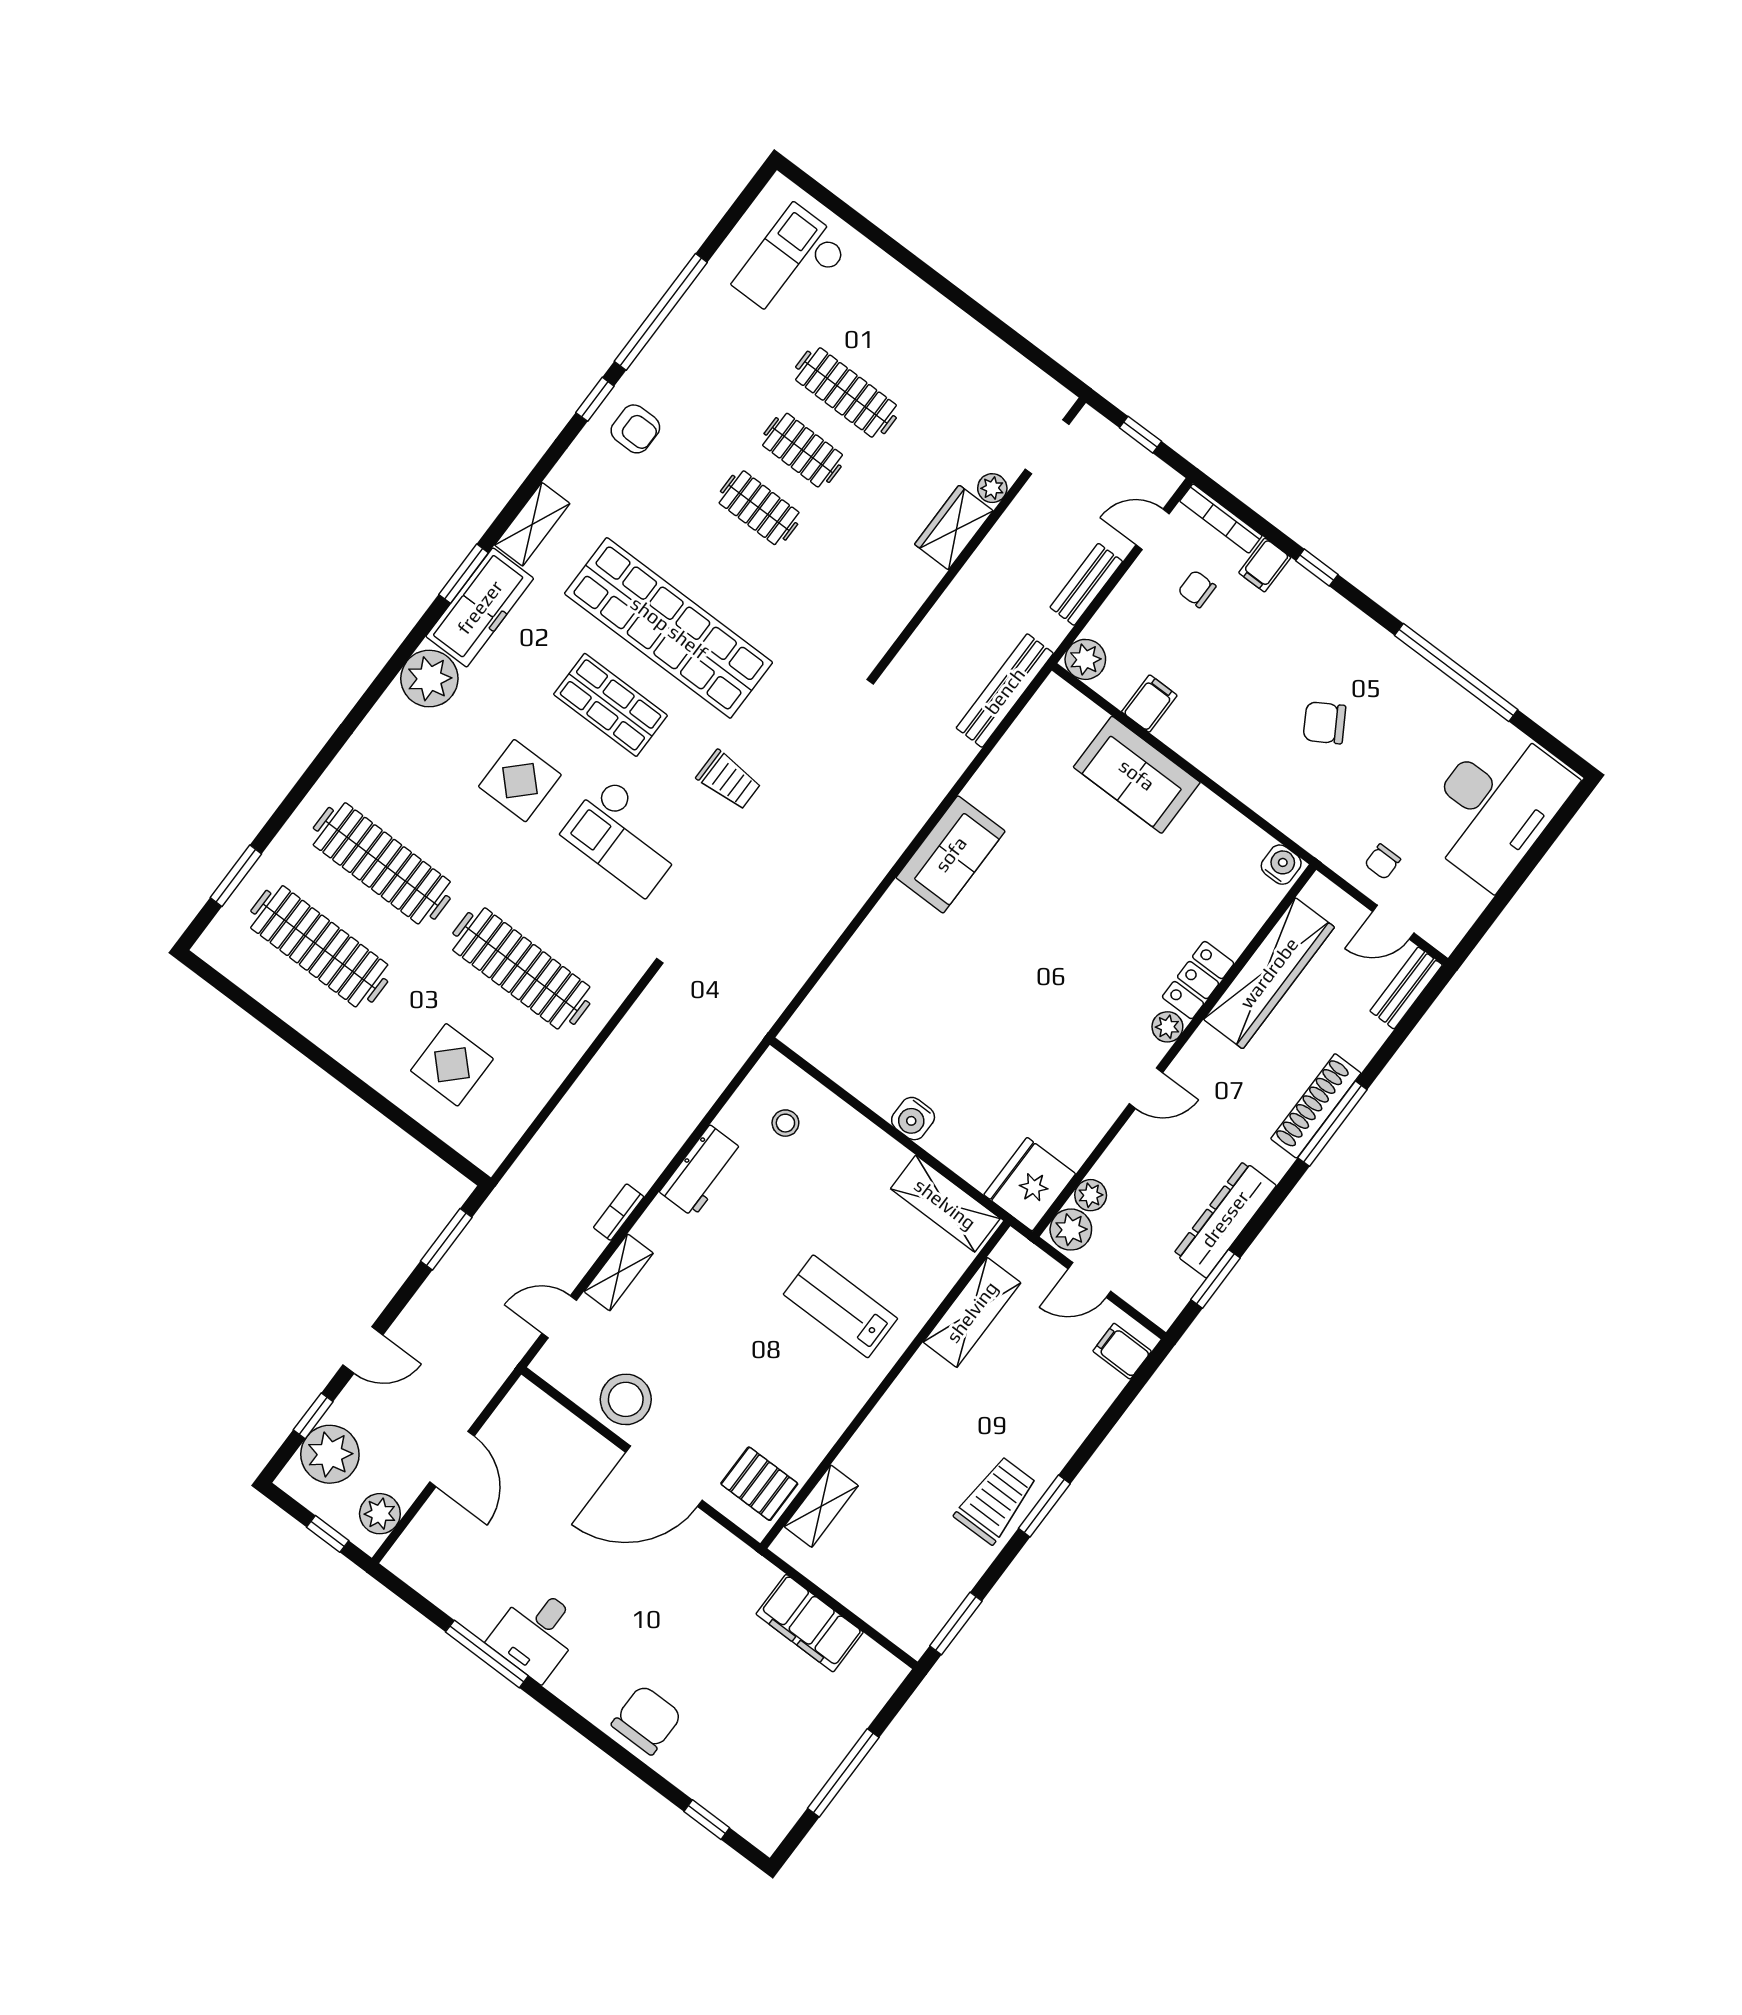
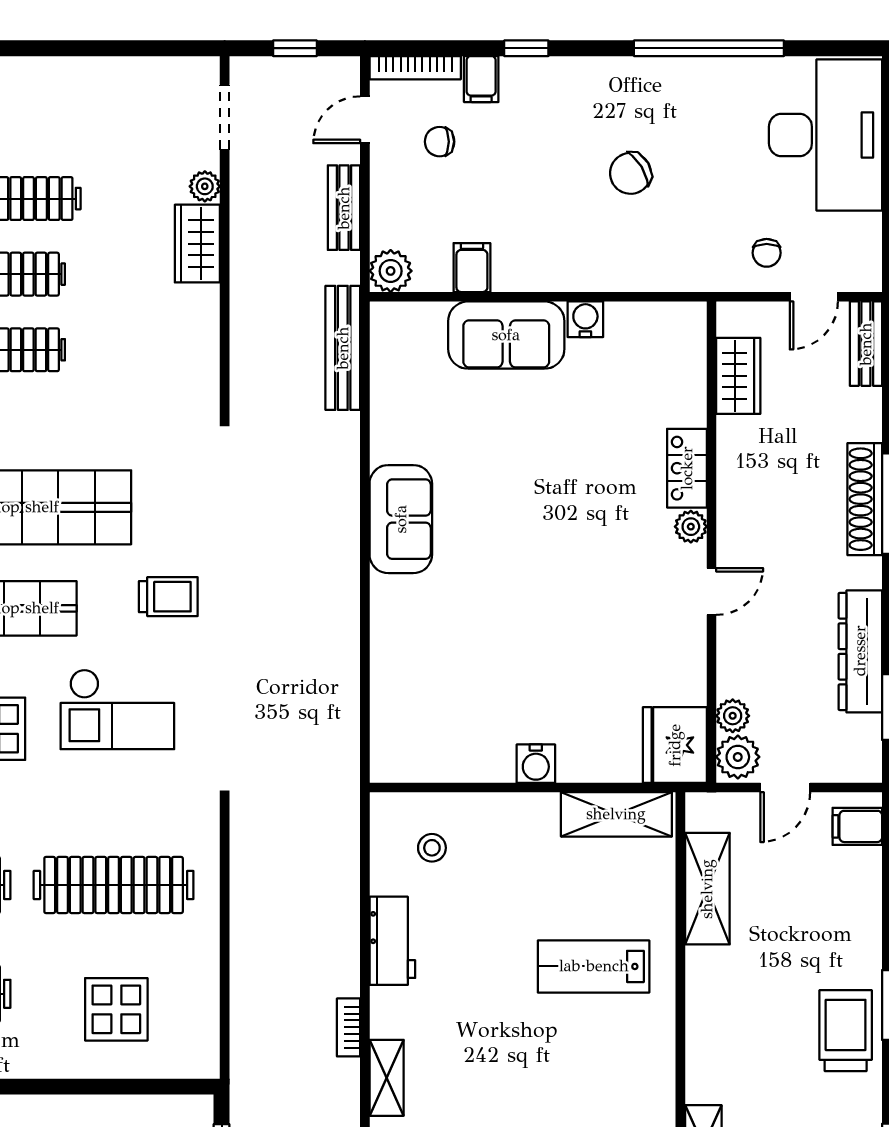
water cooler: (1281, 865) -> (585, 319), moved
wardrobe: (1269, 973) -> (738, 376), width x0.48, depth x0.85

